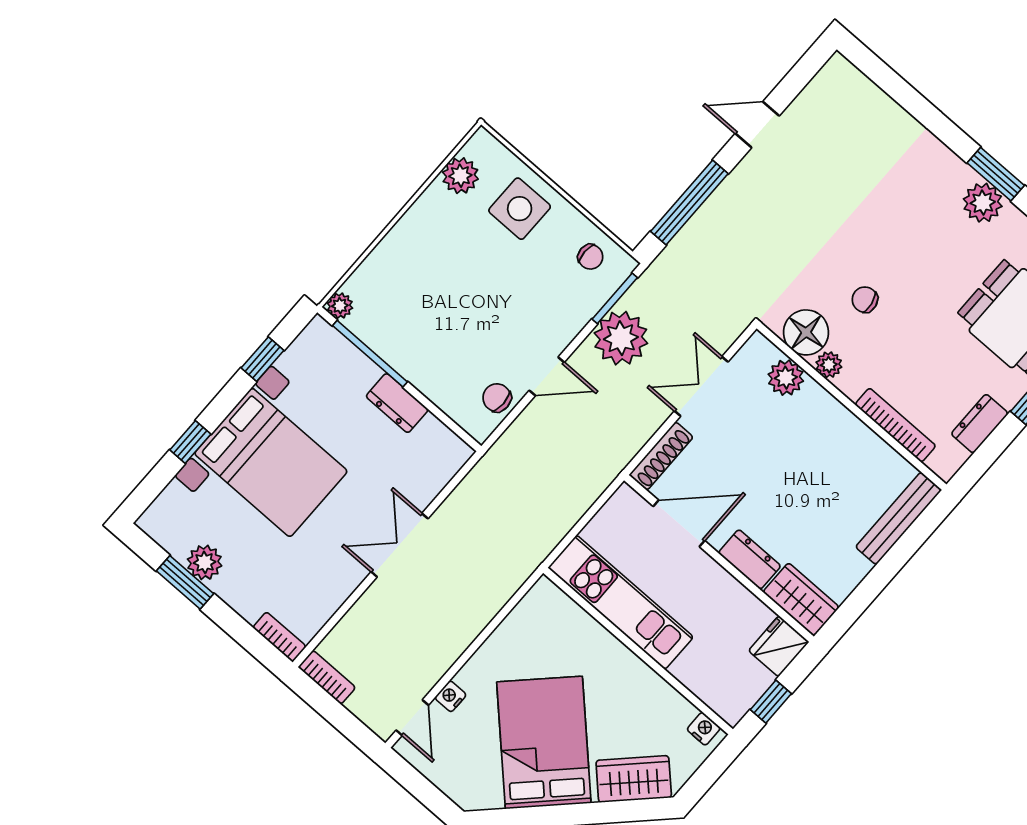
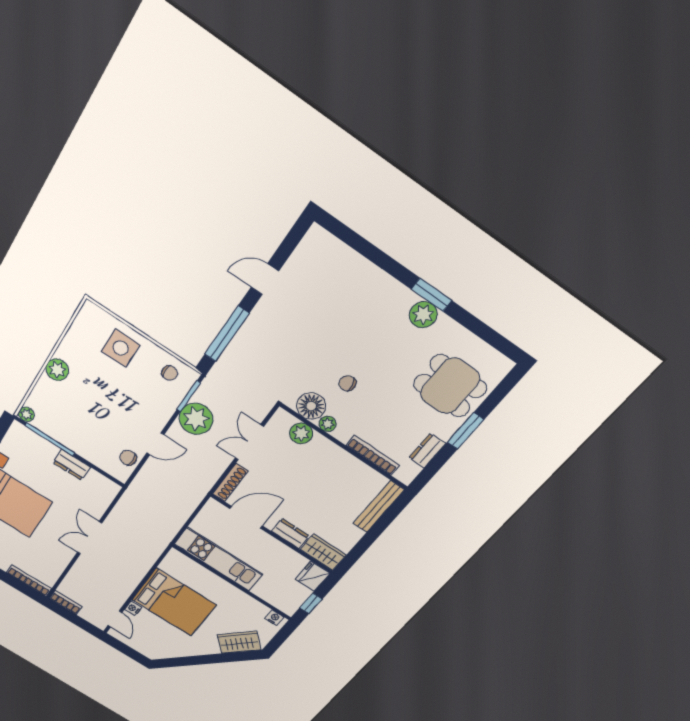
plant: (460, 176) -> (57, 370), moved
bookcase: (279, 637) -> (29, 581), width x1.56
bed: (544, 743) -> (174, 602), moved, turned 135

